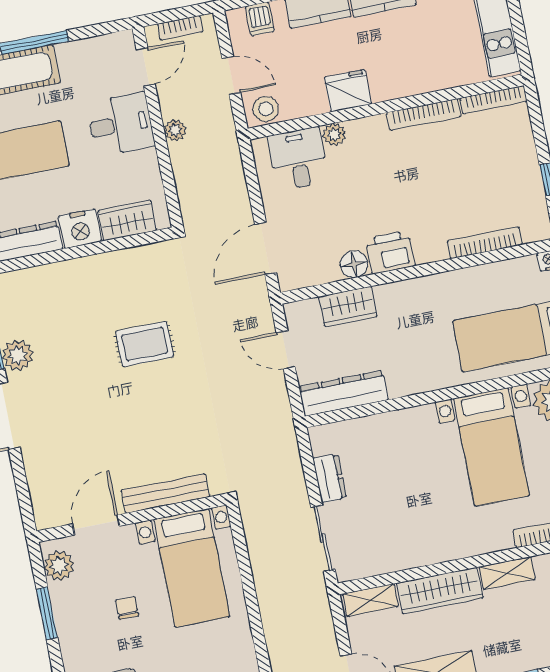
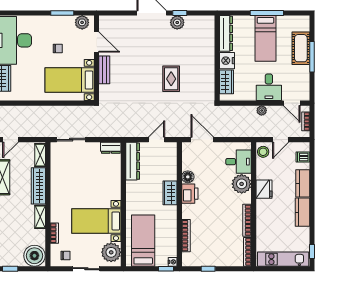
plant: (334, 134) -> (242, 184), width x1.88, depth x1.88
wardrobe: (348, 307) -> (170, 193), moved
dresser: (330, 478) -> (111, 148), moved
bench: (165, 493) -> (104, 70), width x0.73

